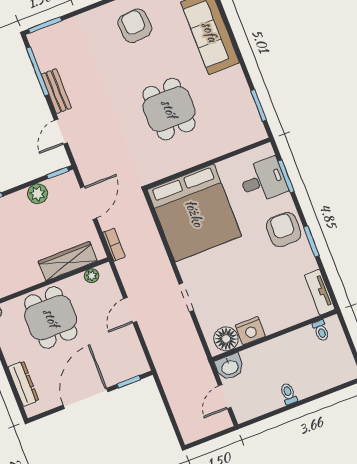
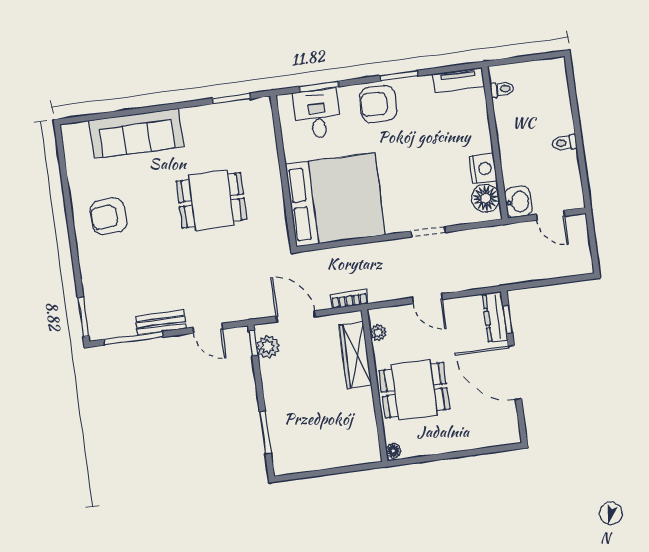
plant: (38, 194) -> (268, 347), moved
dresser: (23, 384) -> (495, 317), moved, turned -90

